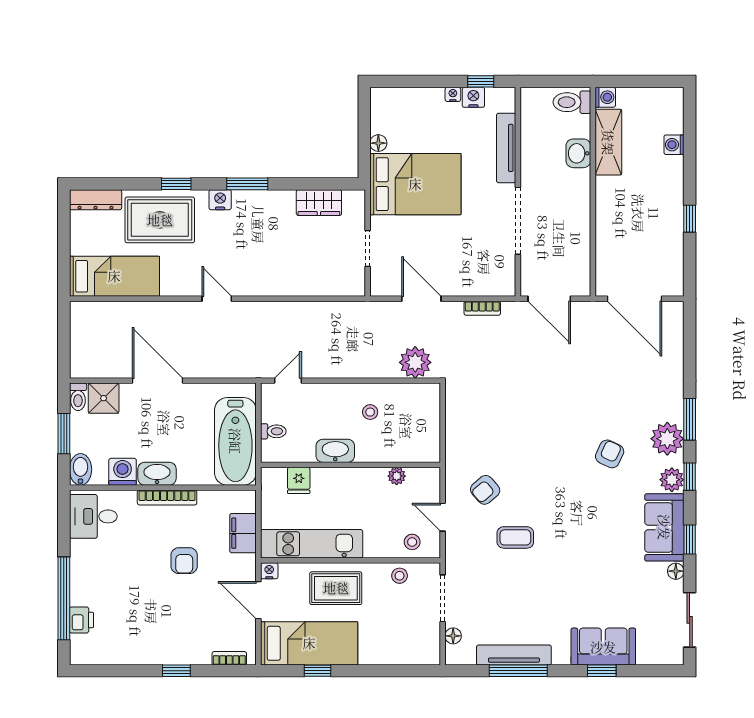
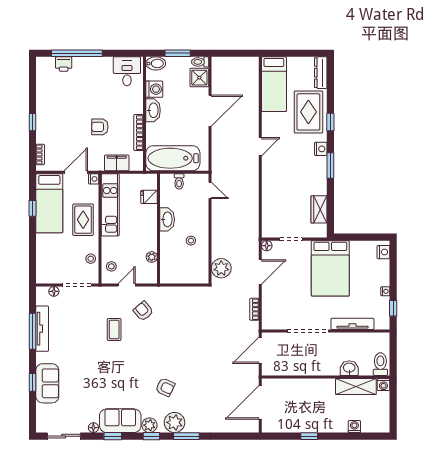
nightstand: (473, 97) -> (383, 252), moved
floor lamp: (378, 143) -> (267, 246), moved
bookcase: (167, 497) -> (139, 133), moved

